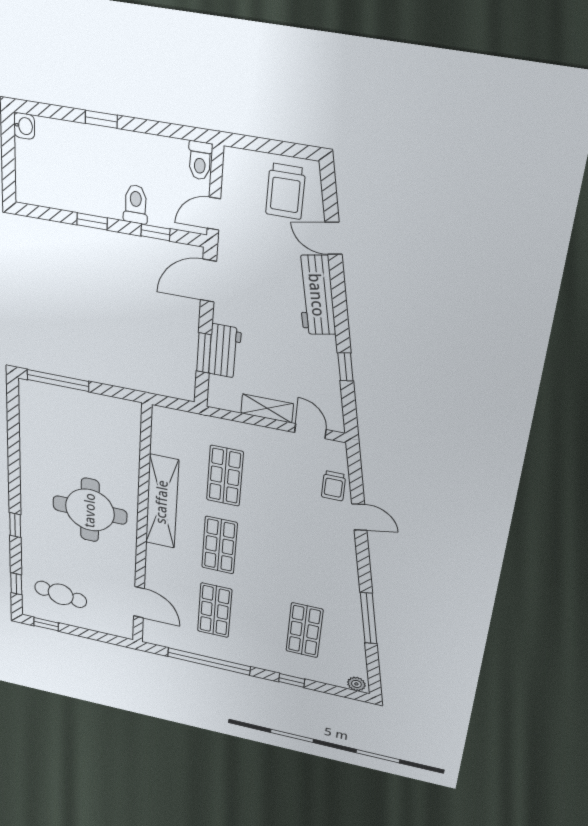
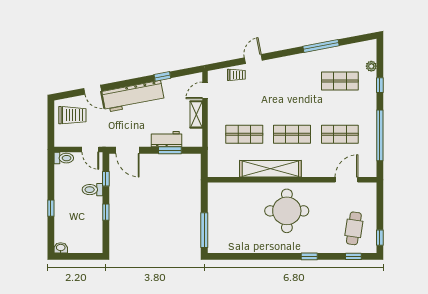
door: (334, 238) -> (93, 90), hinge flipped
workbench: (316, 295) -> (133, 96), width x1.36, depth x1.32
plant: (356, 684) -> (371, 66), moved

